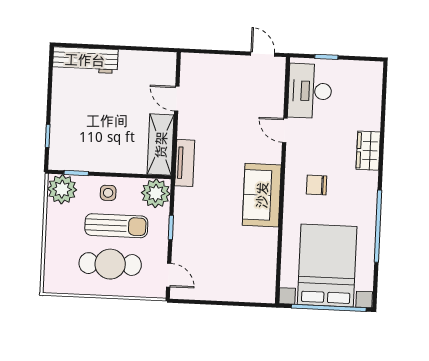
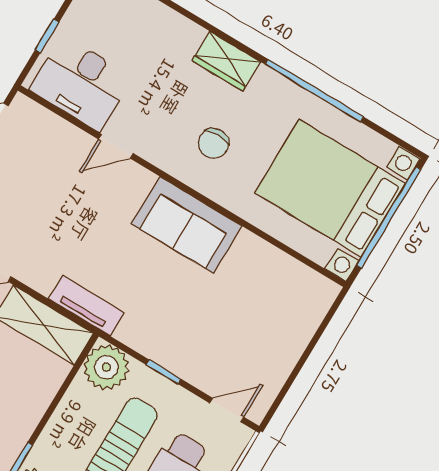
wardrobe: (368, 151) -> (226, 61), moved
side table: (108, 193) -> (71, 431), removed

